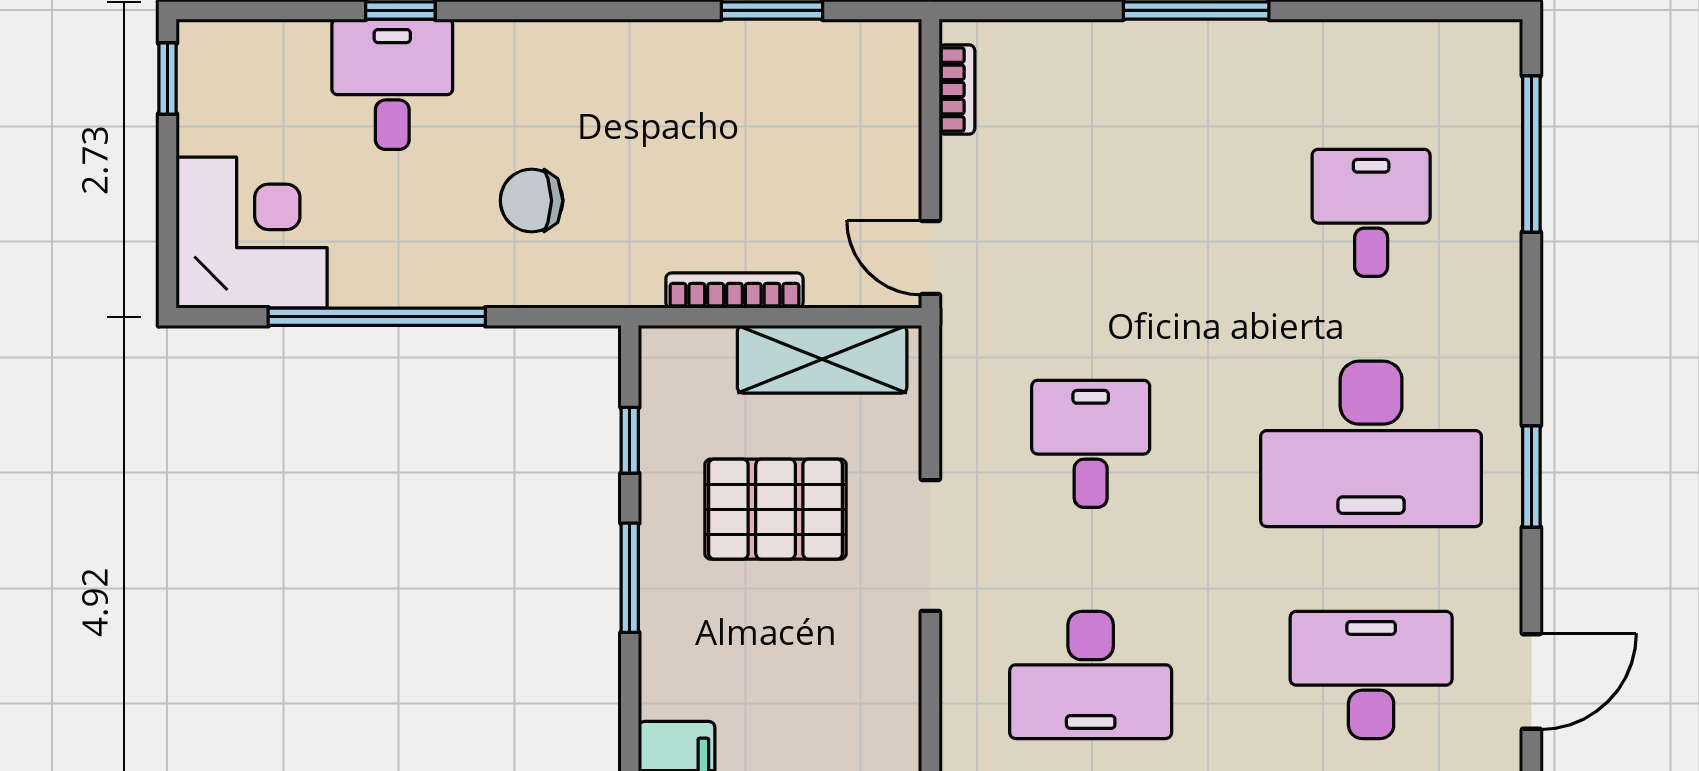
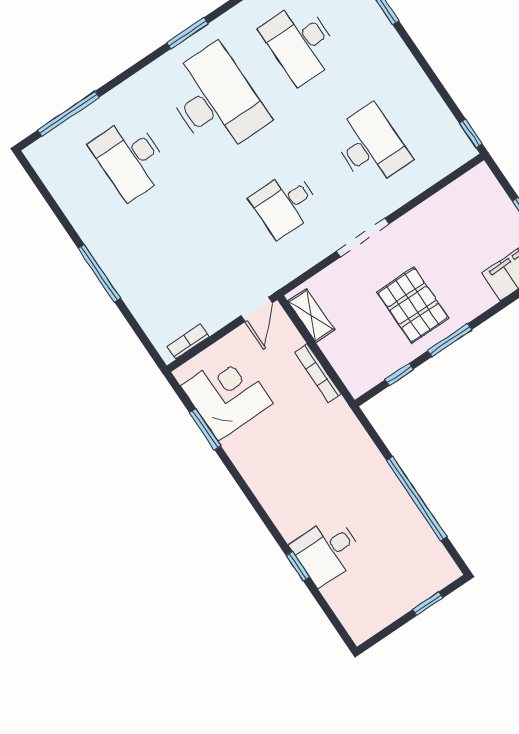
window: (167, 78) -> (428, 604), moved
chair: (532, 201) -> (335, 471), removed
desk: (1371, 213) -> (130, 158), width x1.37
corner desk: (252, 233) -> (227, 395), moved, turned 90
shelving: (822, 359) -> (311, 316), width x0.67, depth x0.75
pallet: (776, 509) -> (413, 305), moved

